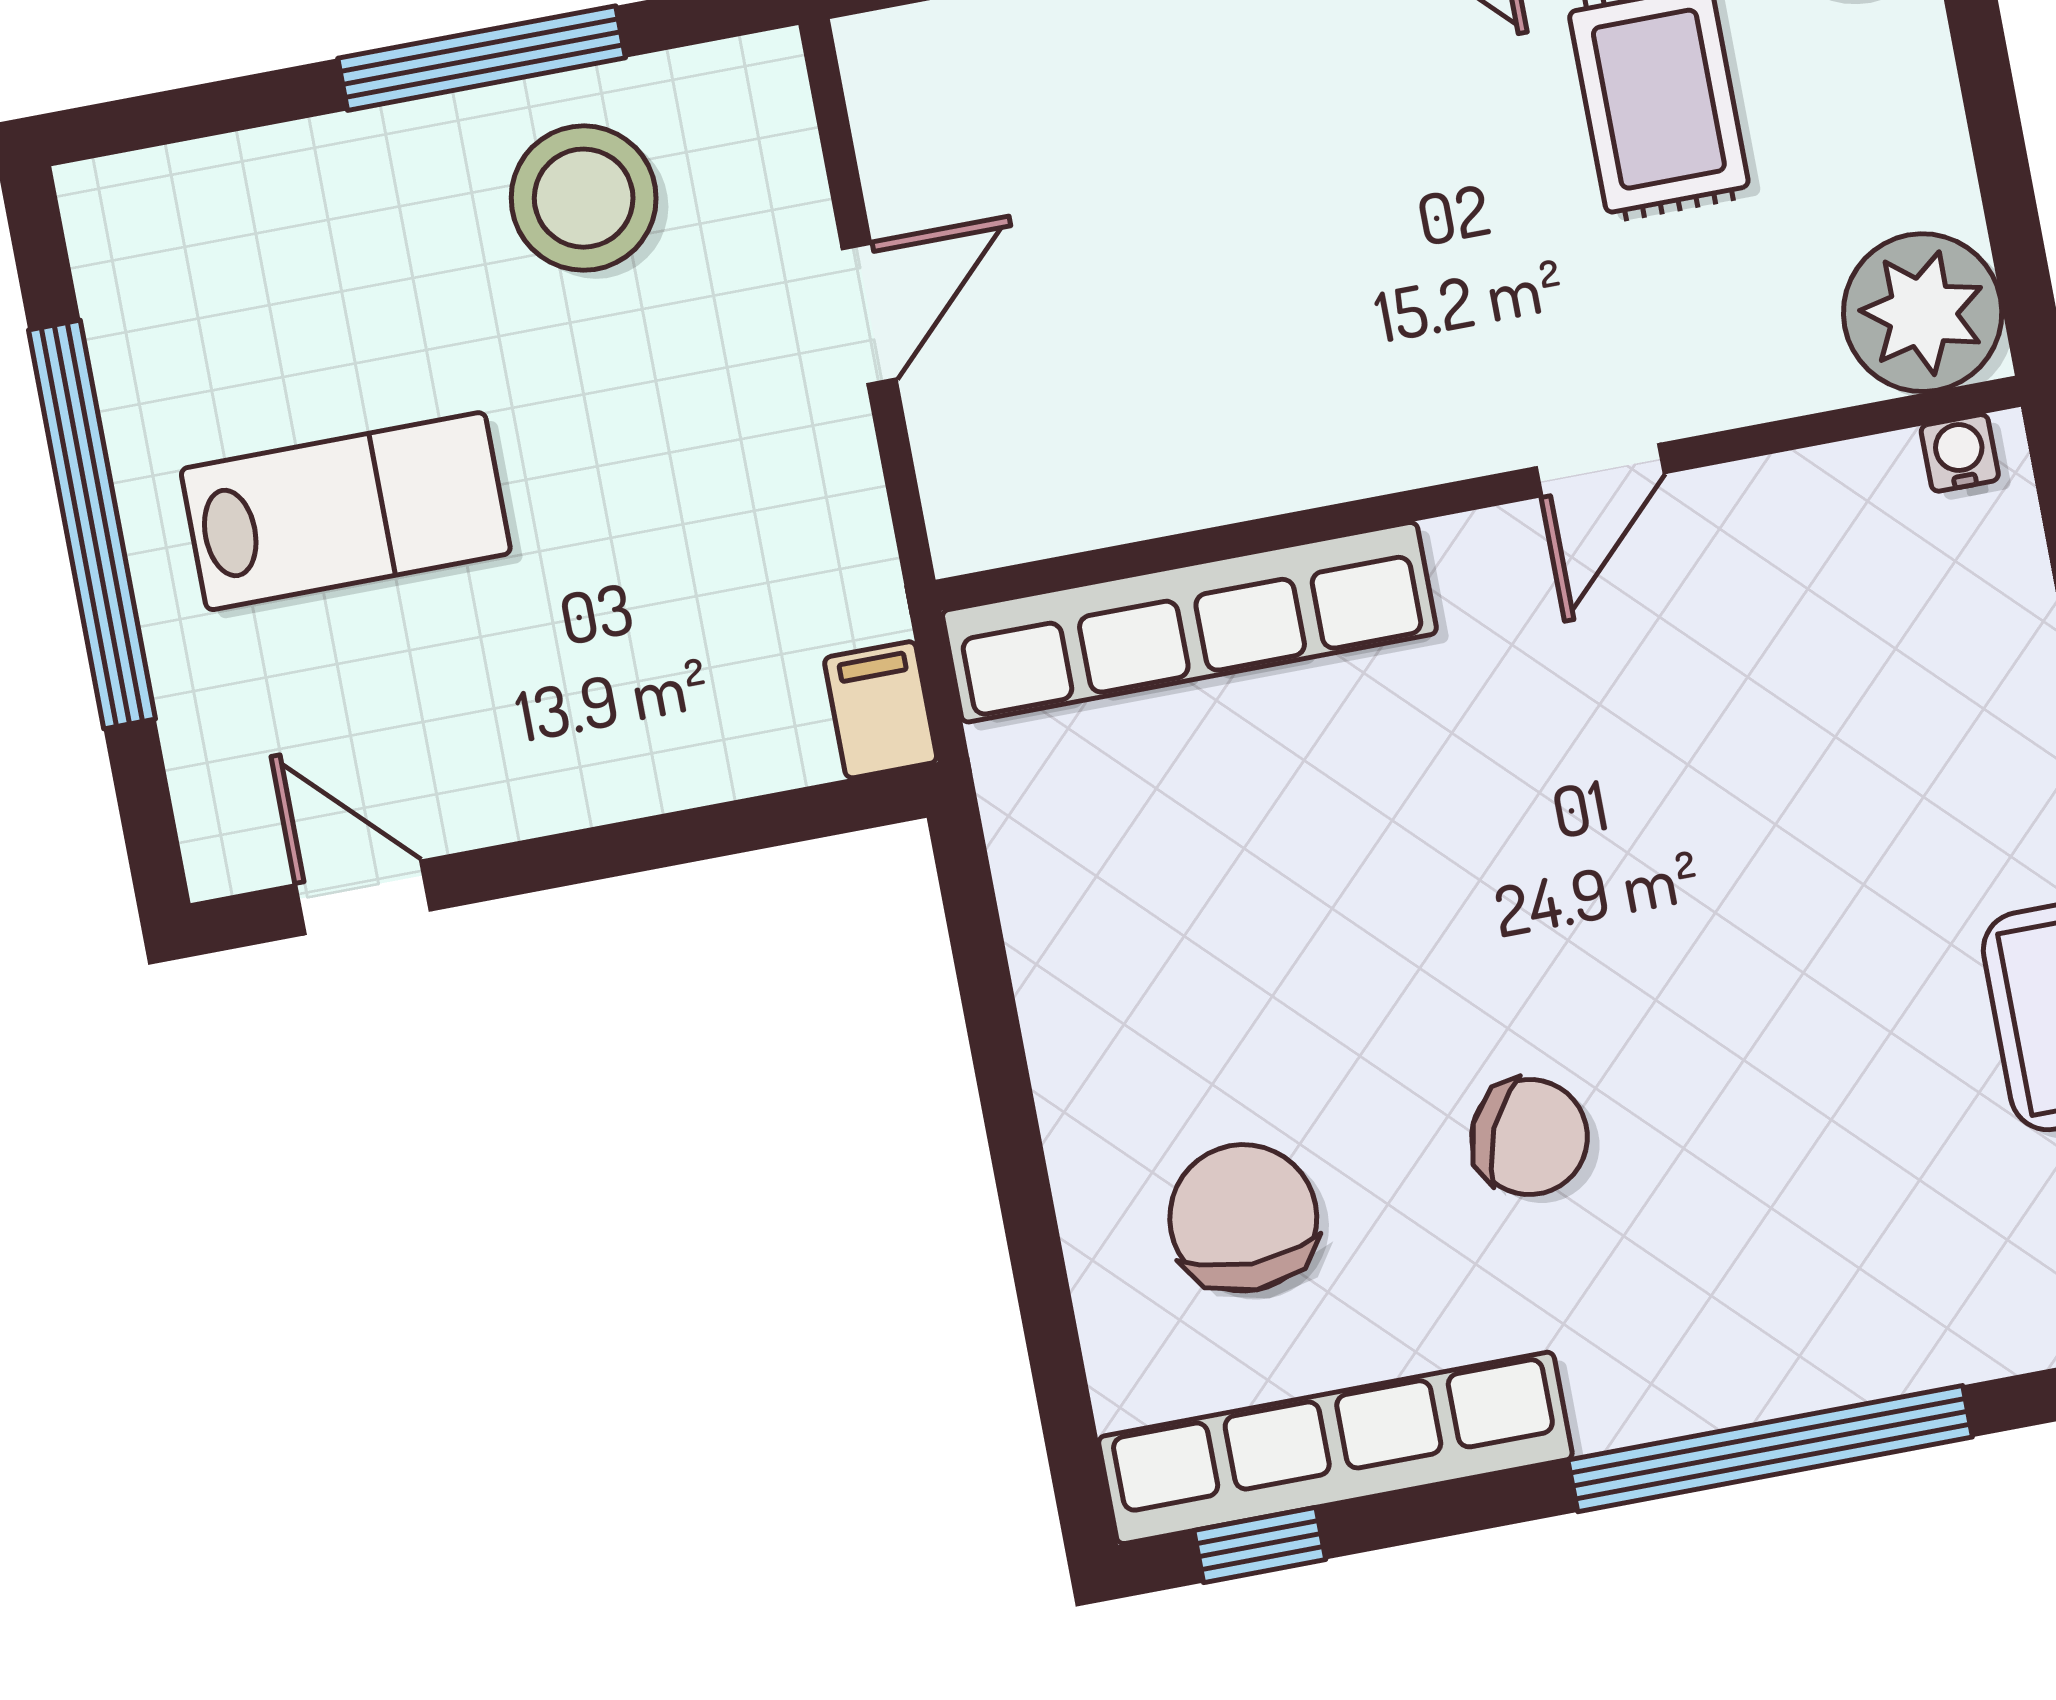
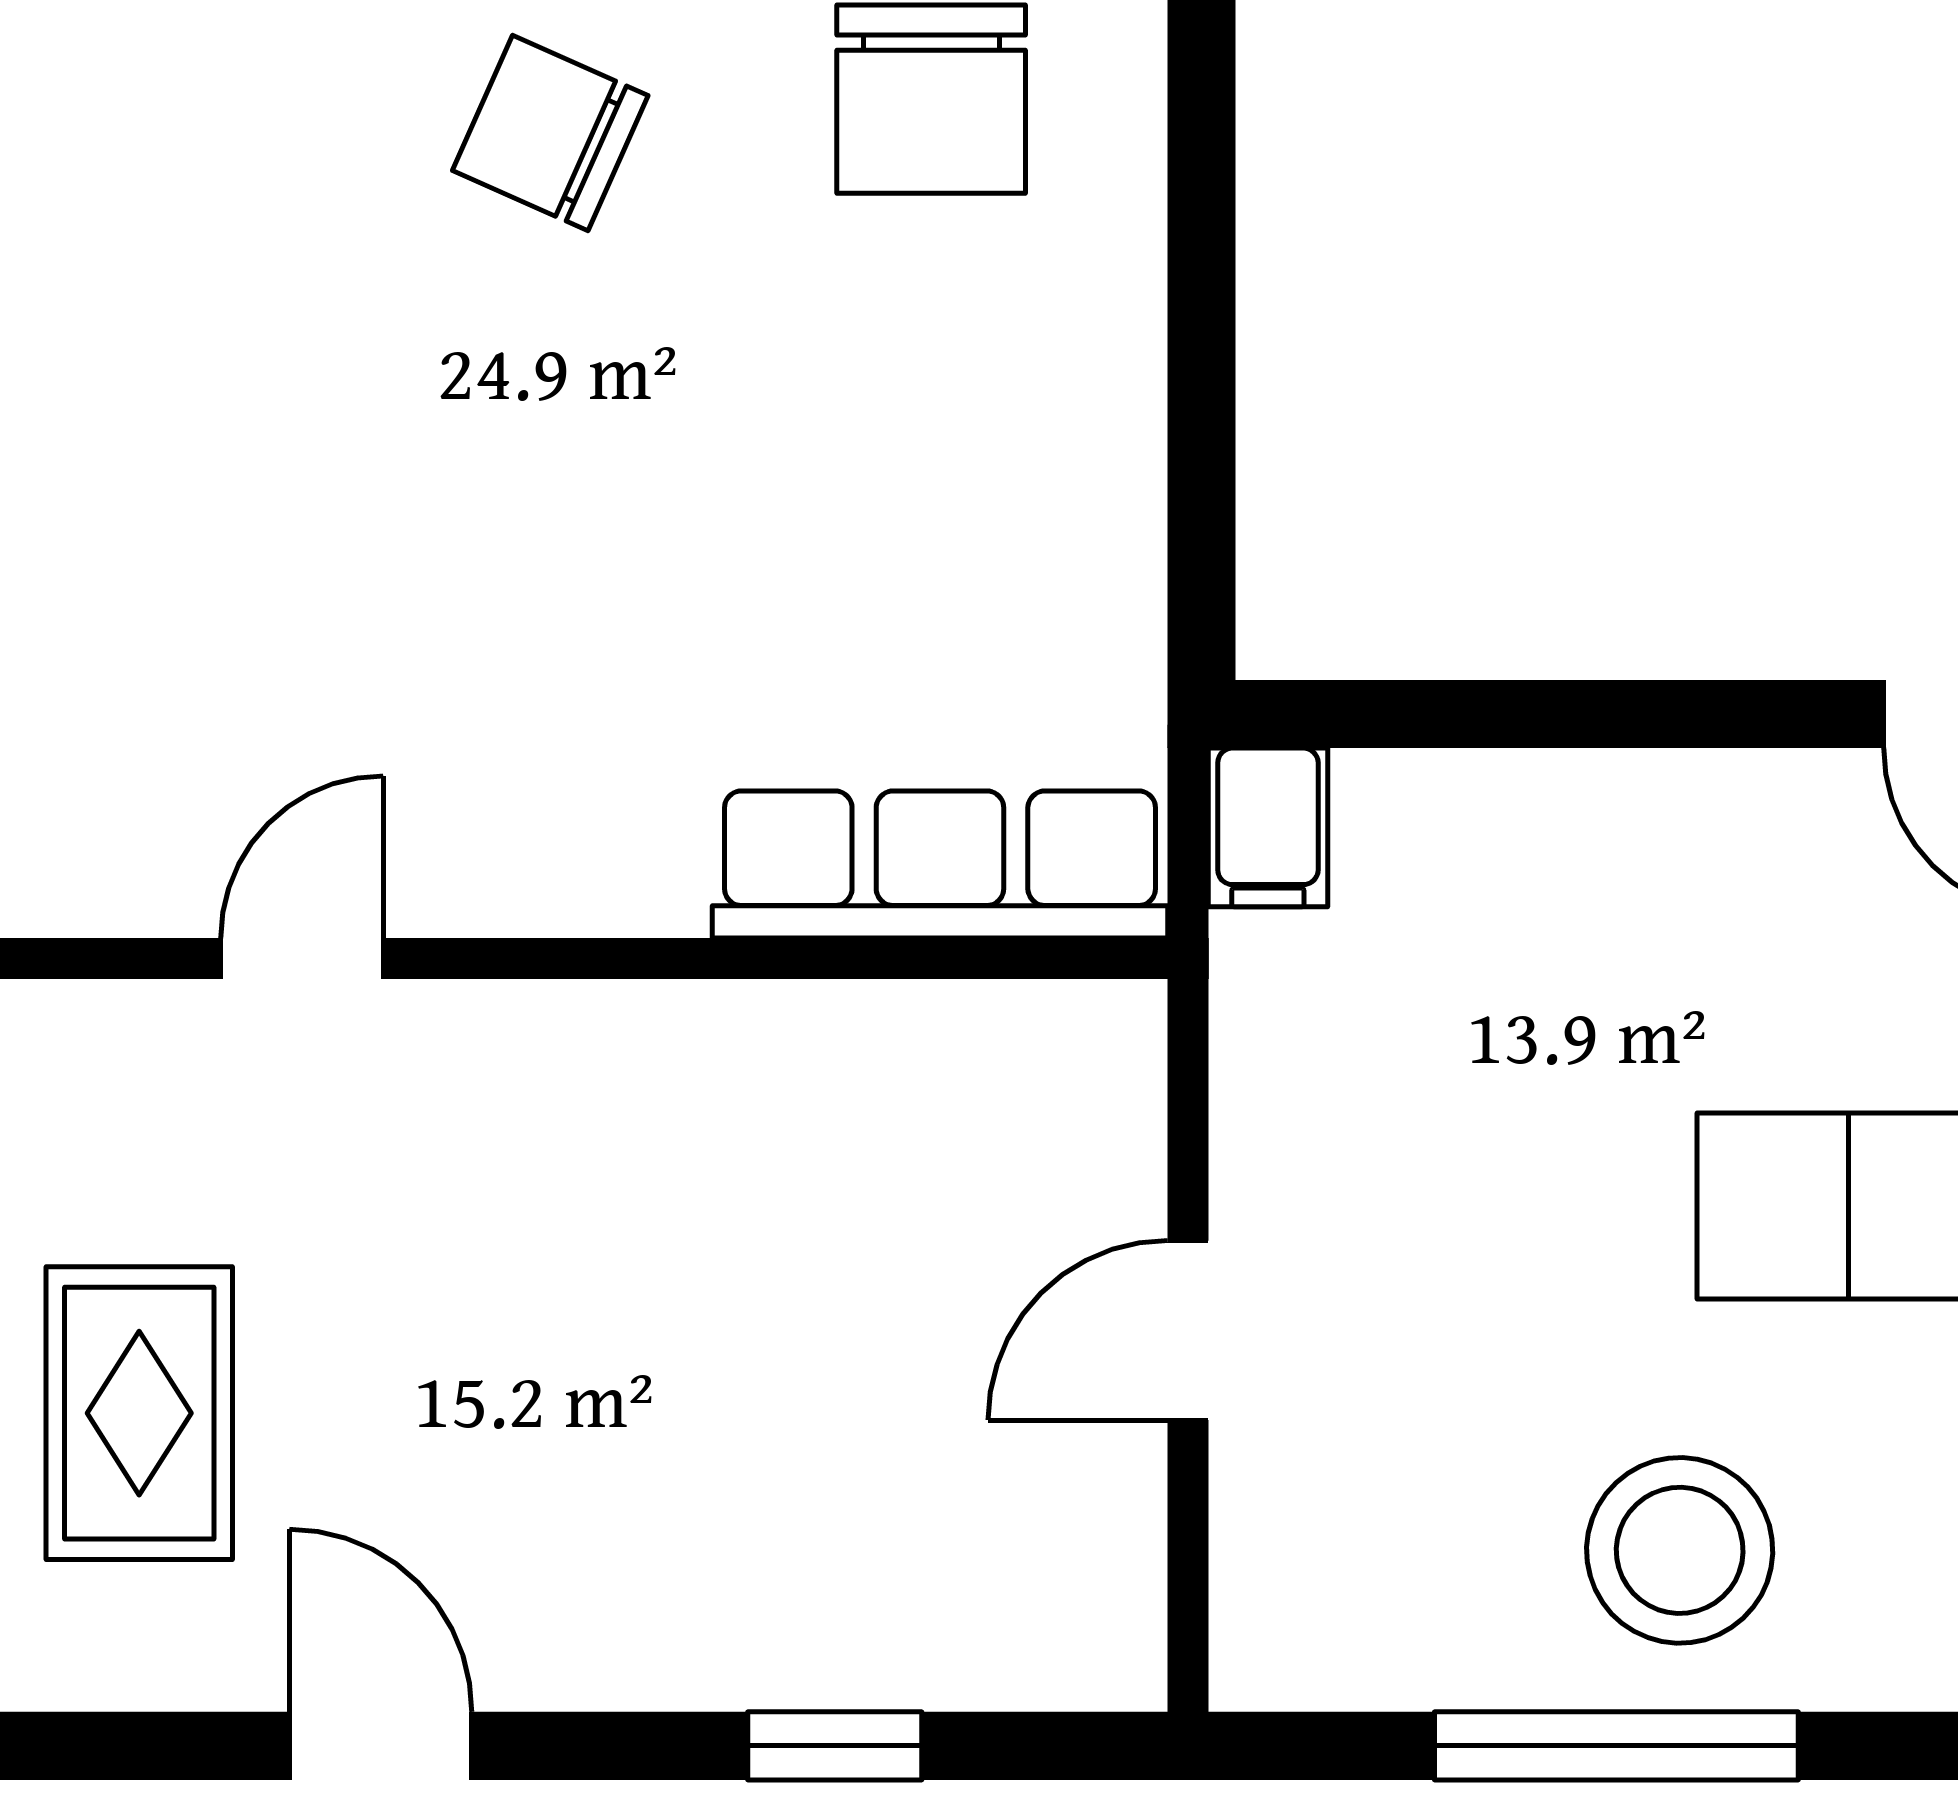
stool: (584, 198) -> (1680, 1550), moved
row of seats: (1189, 622) -> (940, 864), width x0.73

